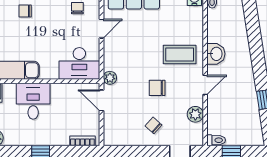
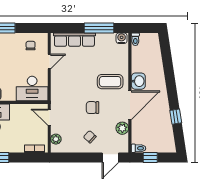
plant: (110, 78) -> (56, 139), moved
door: (205, 85) -> (130, 105), width x1.87

